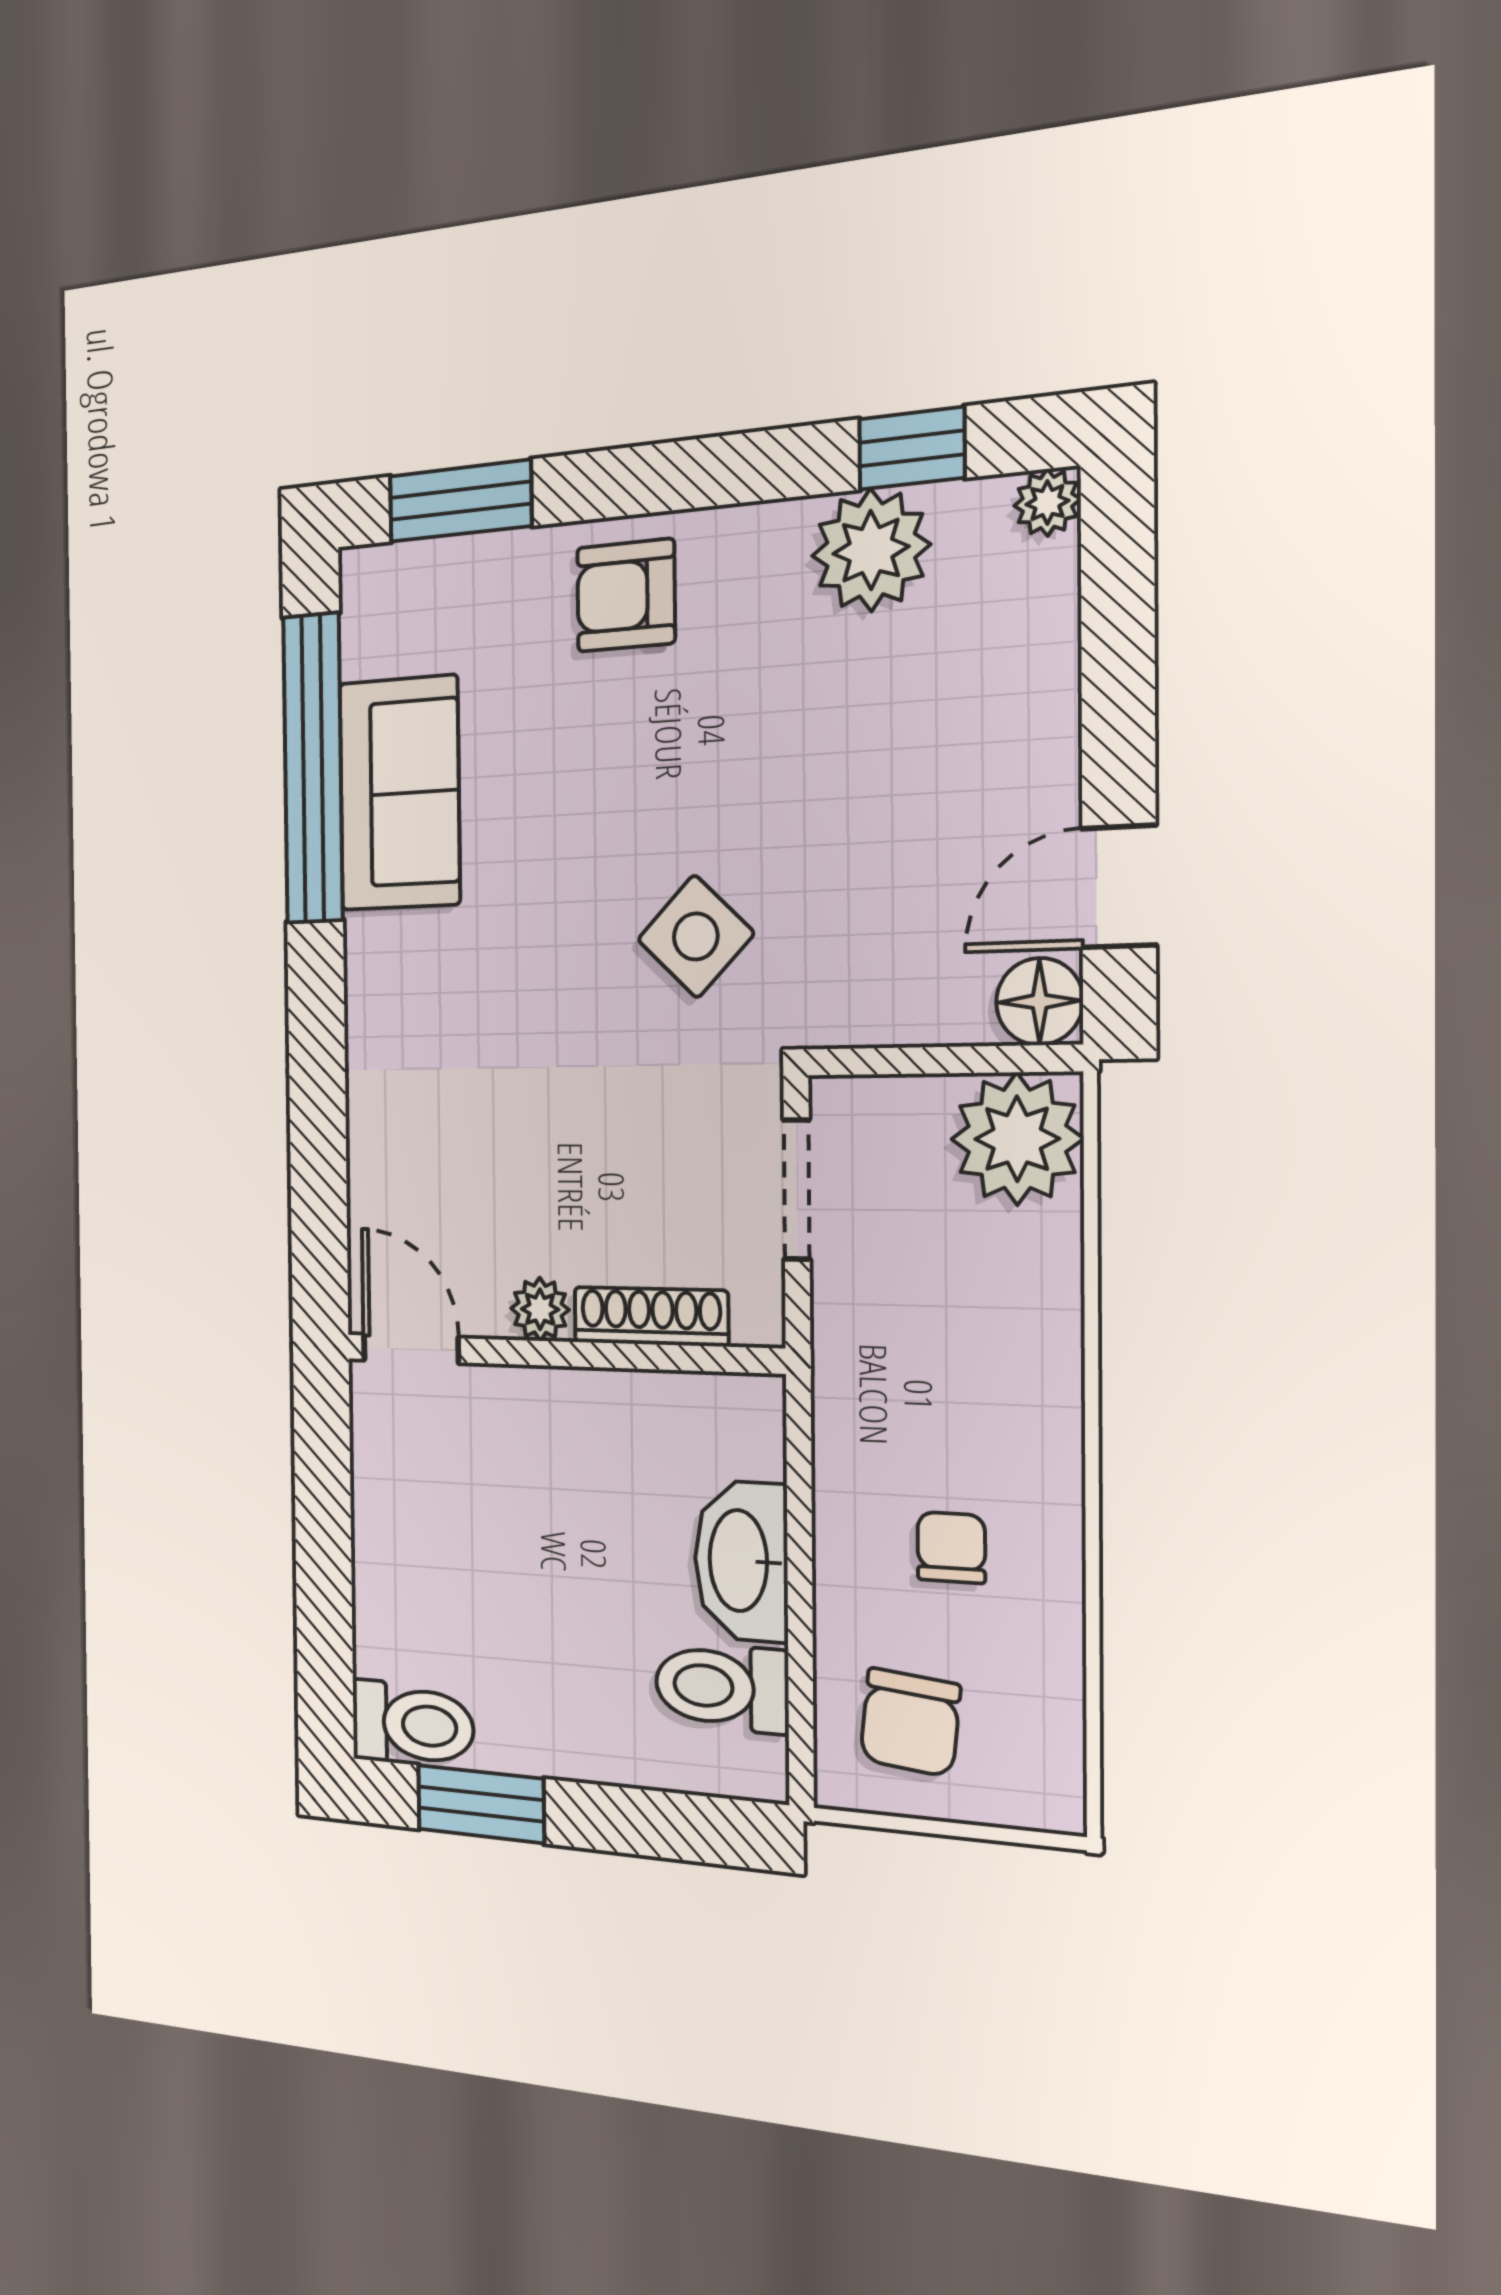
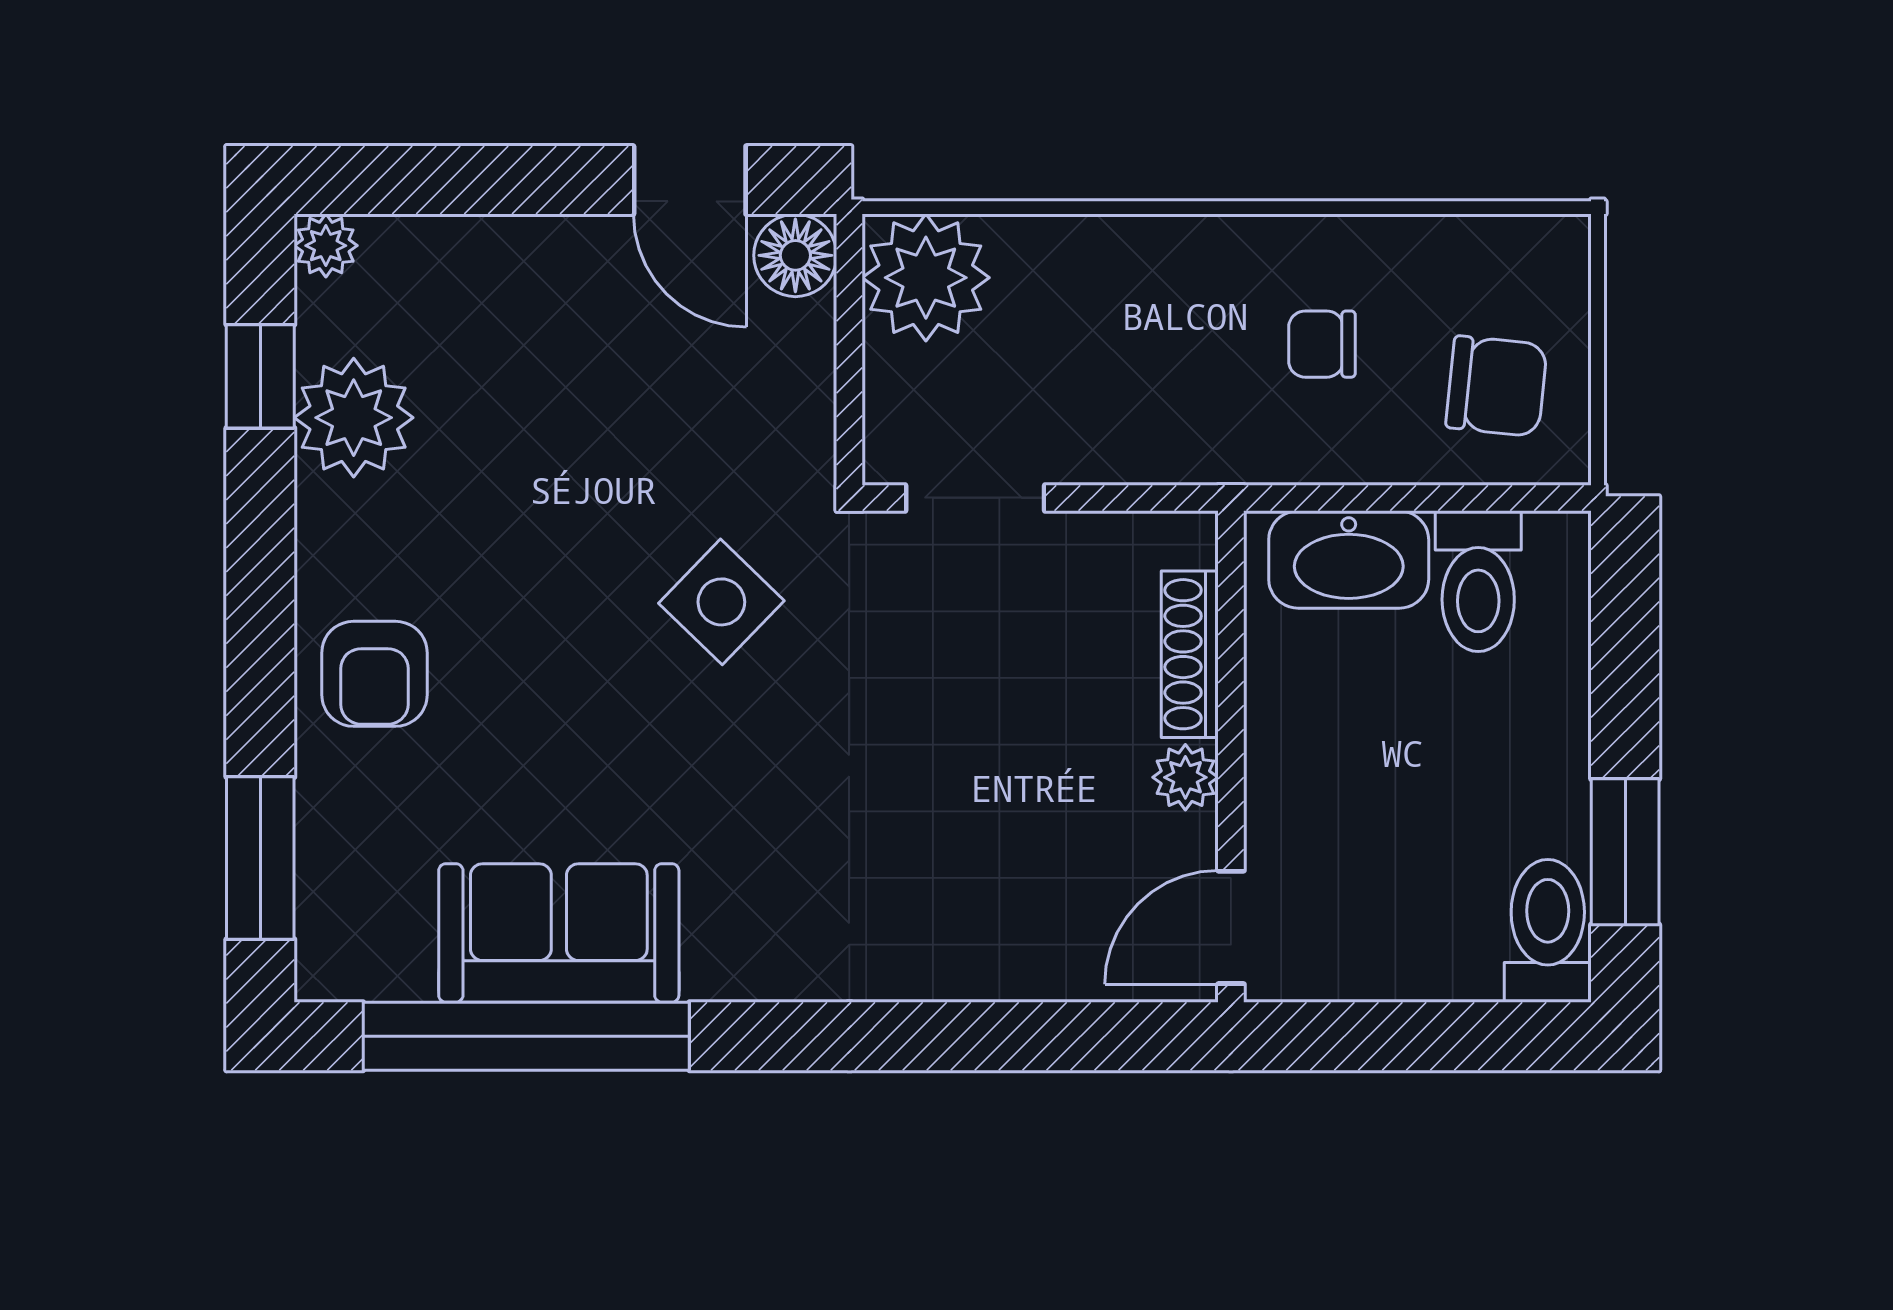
plant: (540, 1309) -> (1185, 777), moved
shoe rack: (651, 1316) -> (1190, 654), moved
door: (411, 1349) -> (1231, 927), moved
wall: (559, 1354) -> (1231, 757), moved

